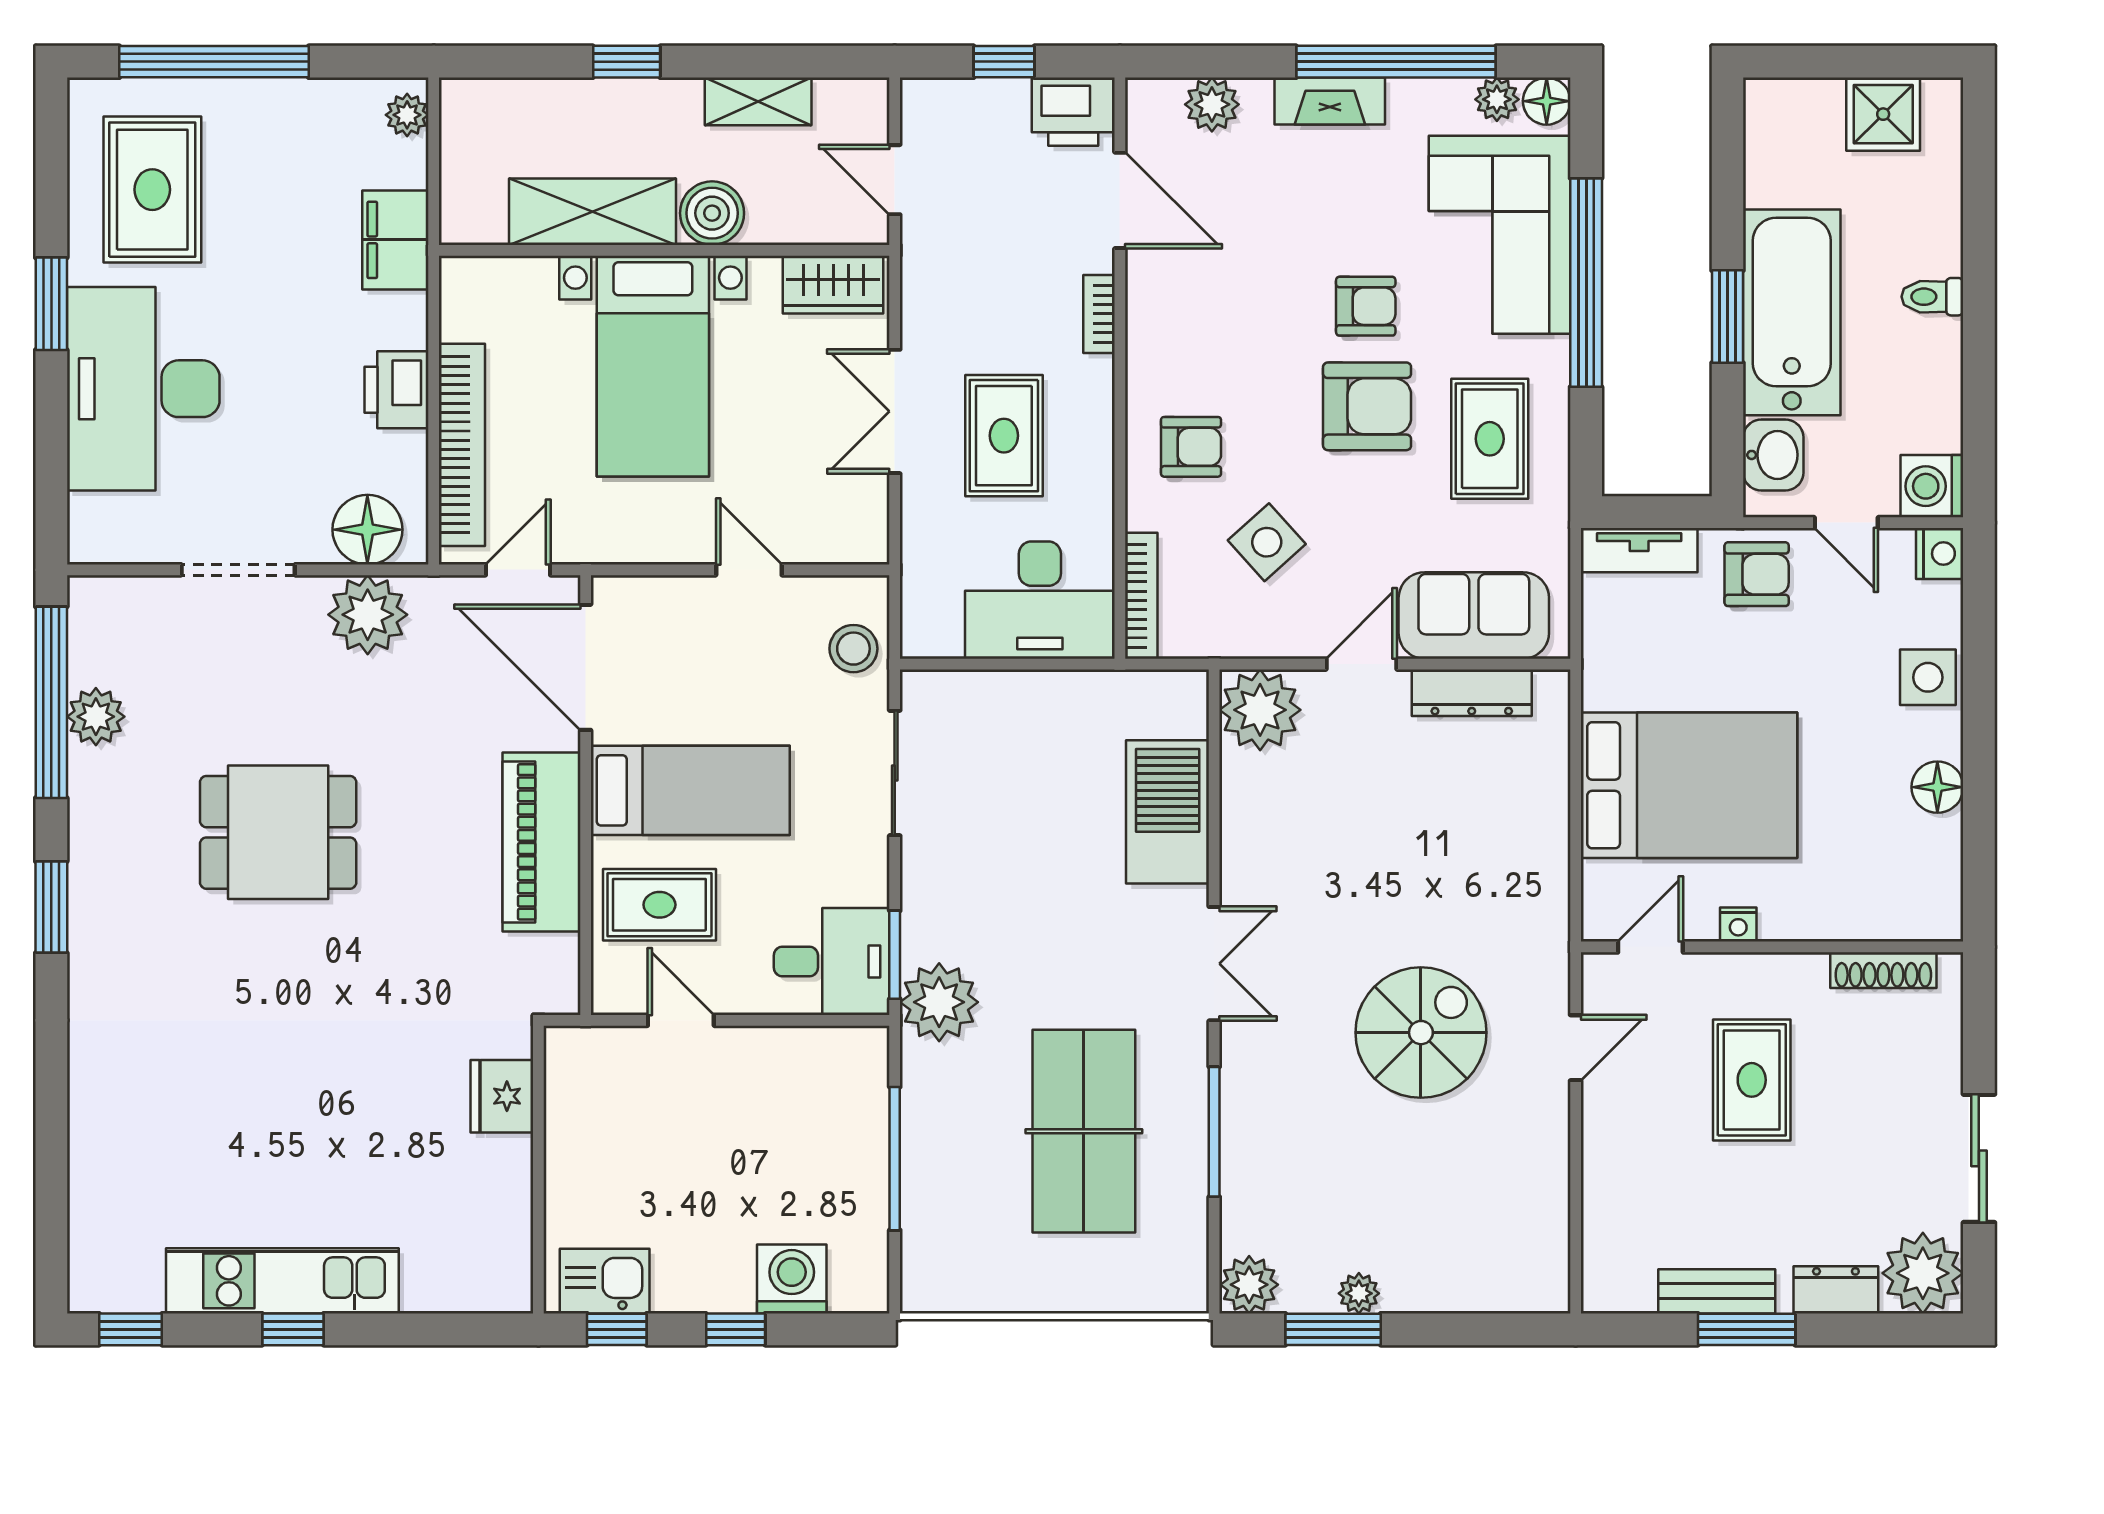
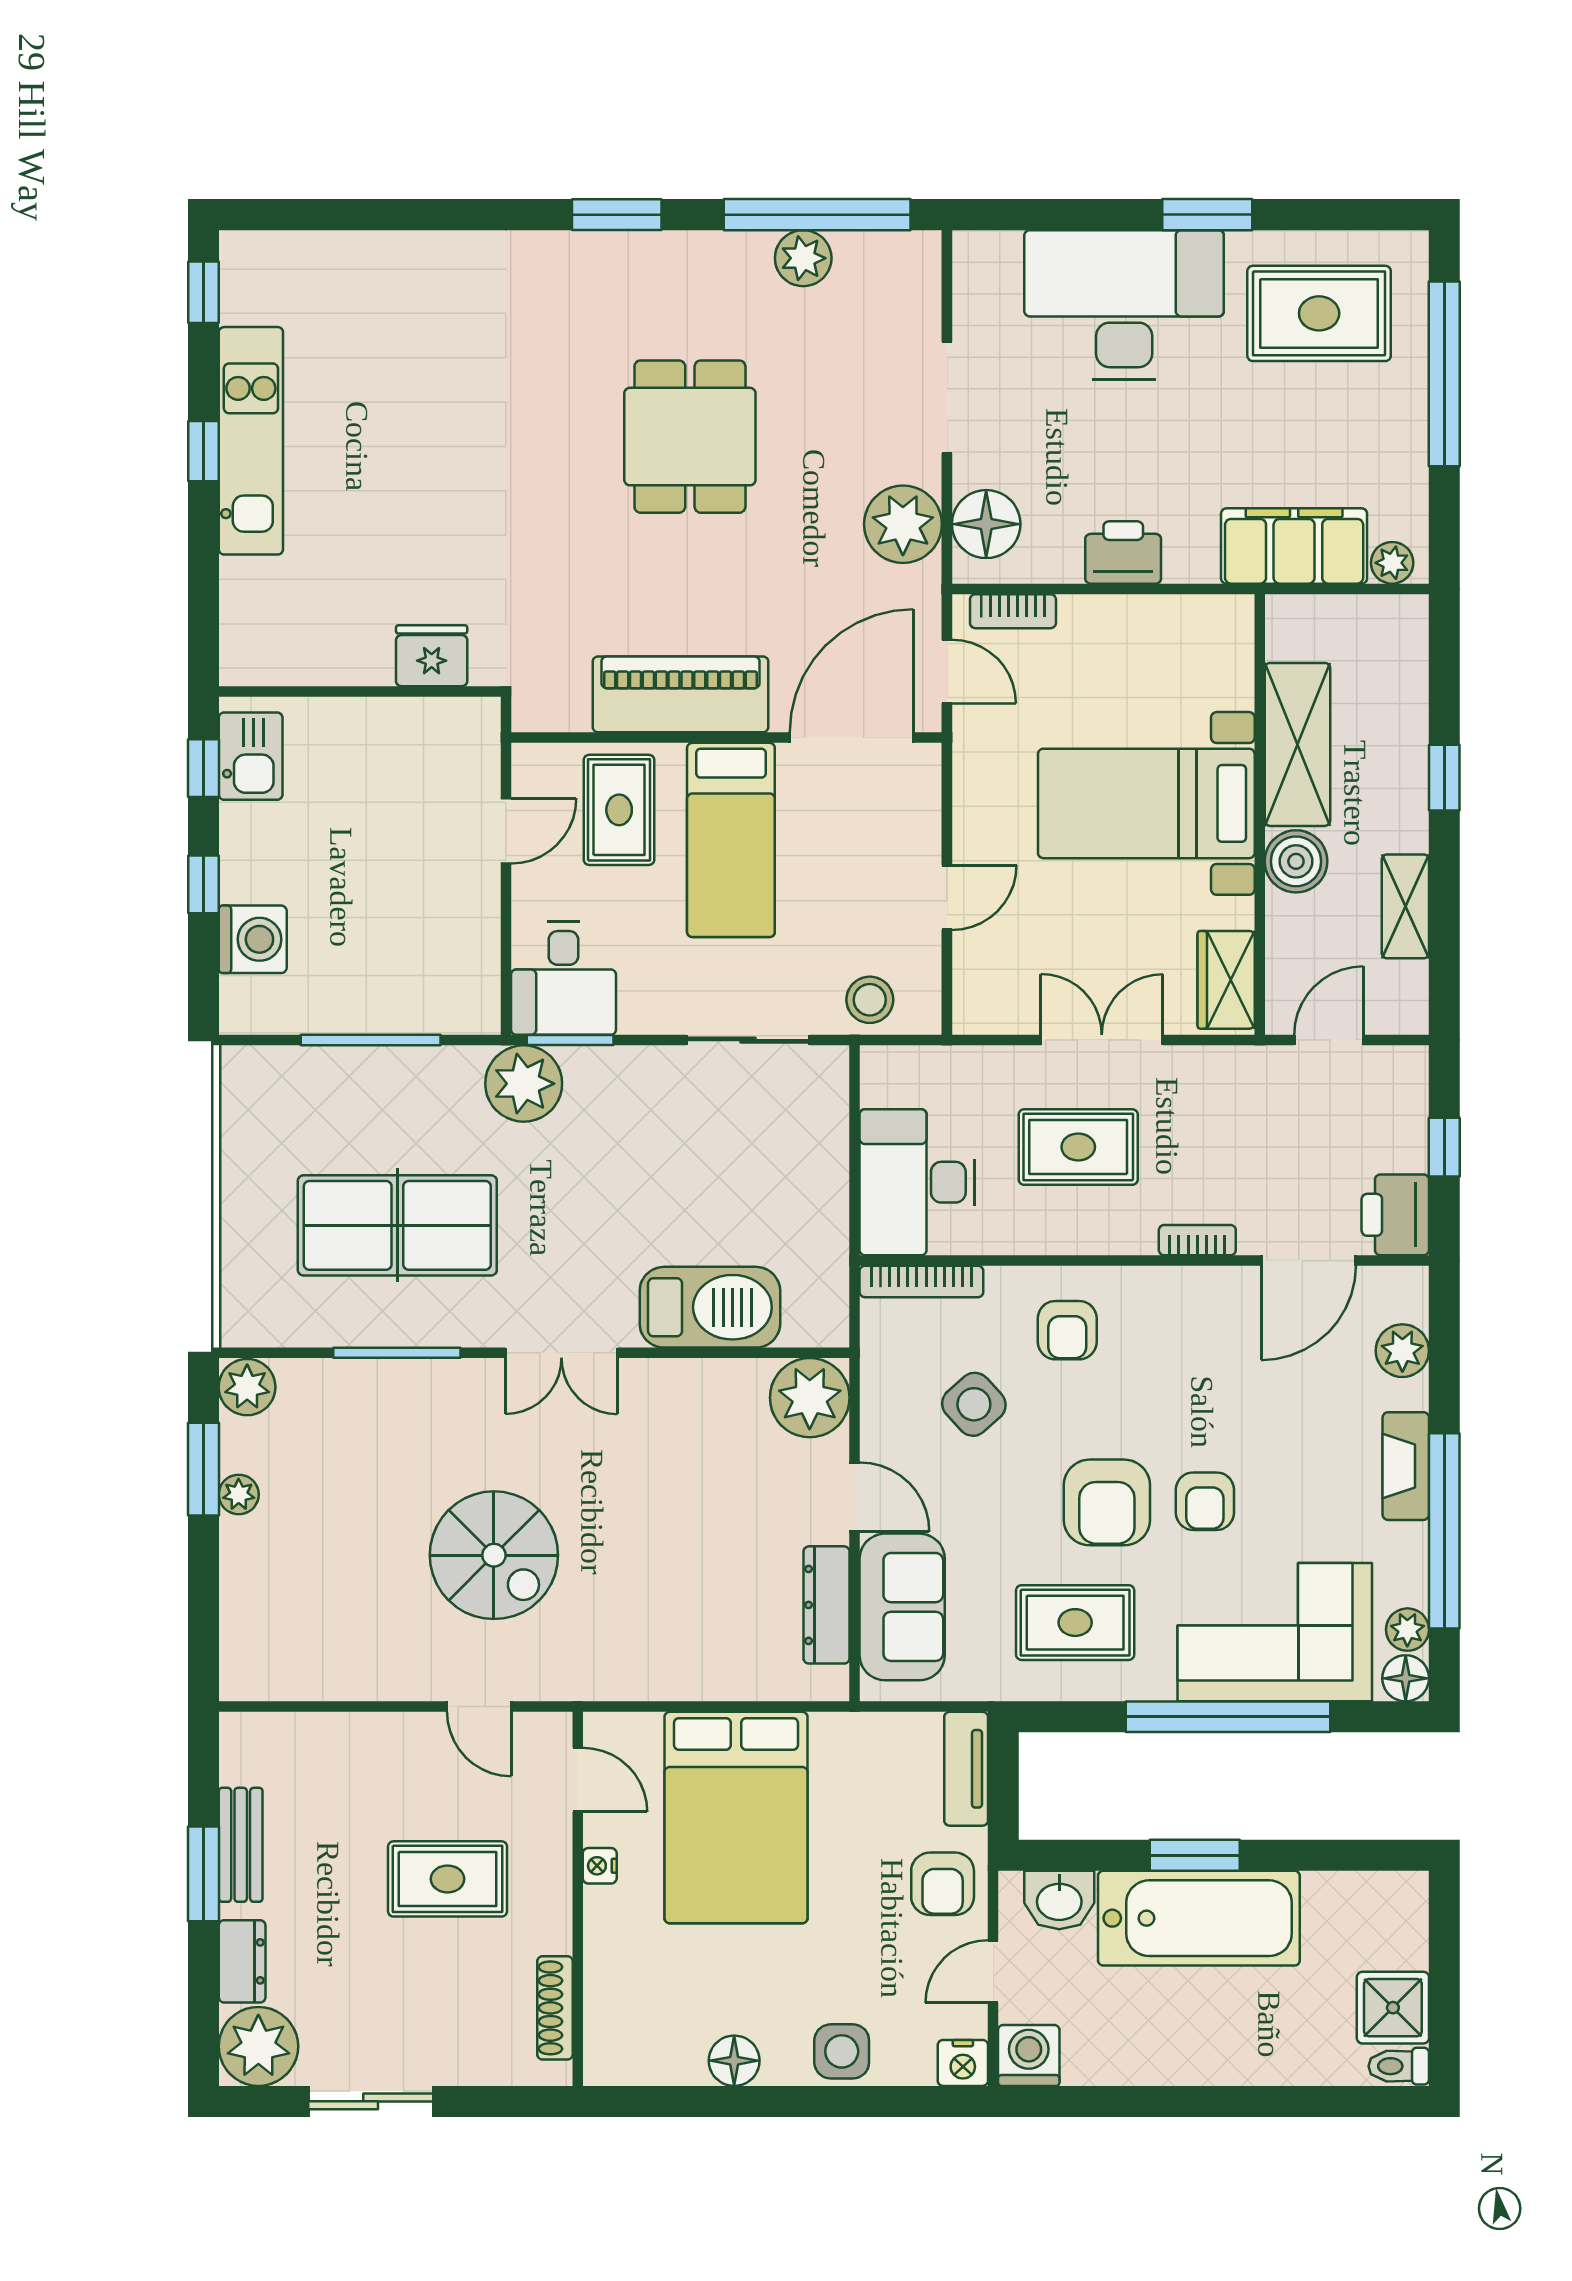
filing cabinet: (395, 240) -> (1294, 546), width x1.50, depth x1.17
toilet: (1932, 297) -> (1399, 2066), moved, turned -90
bookcase: (462, 445) -> (1013, 611), width x0.43, depth x0.76

